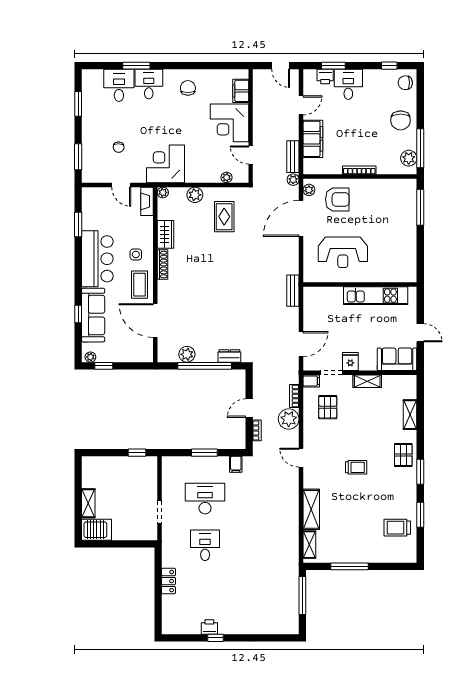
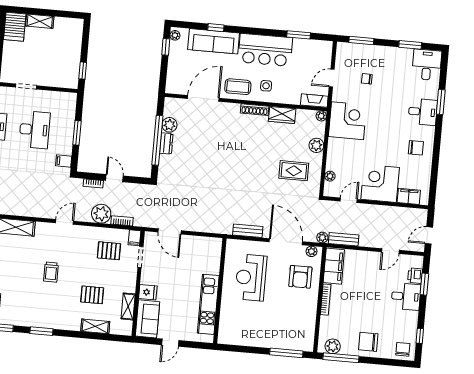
desk: (119, 85) -> (427, 65), moved, turned -90
door: (301, 105) -> (390, 251), hinge flipped
filing cabinet: (313, 139) -> (334, 266), moved, turned -90
bench: (293, 291) -> (248, 231), moved
dresser: (229, 356) -> (166, 143), moved
fridge: (350, 361) -> (148, 292), moved
shelving: (367, 381) -> (128, 306), moved
pallet: (403, 455) -> (92, 295), moved

